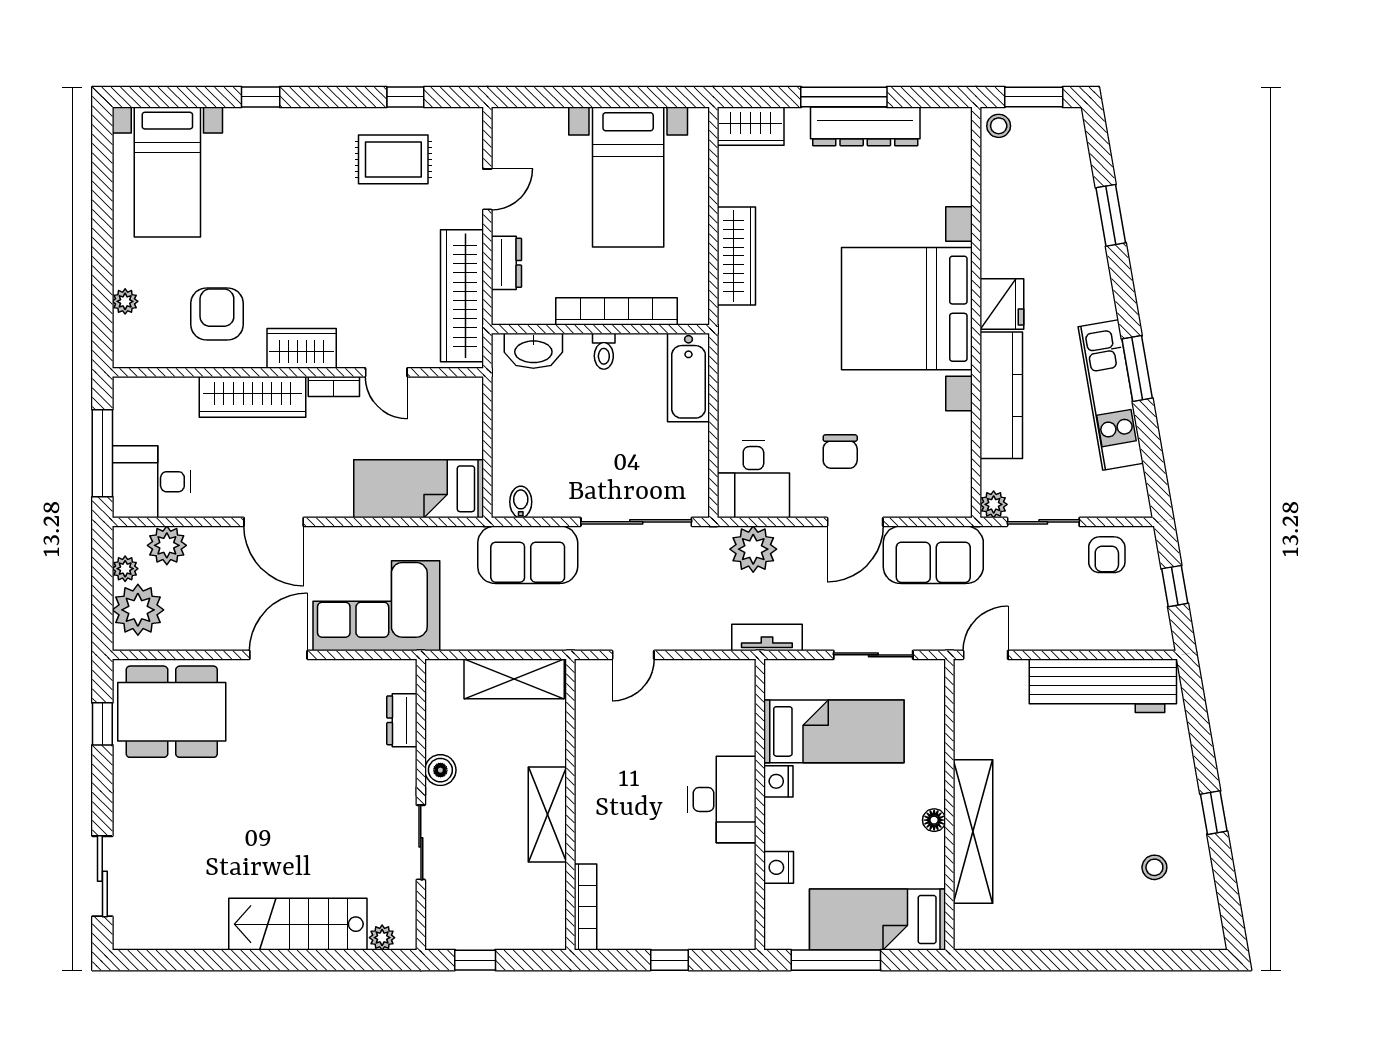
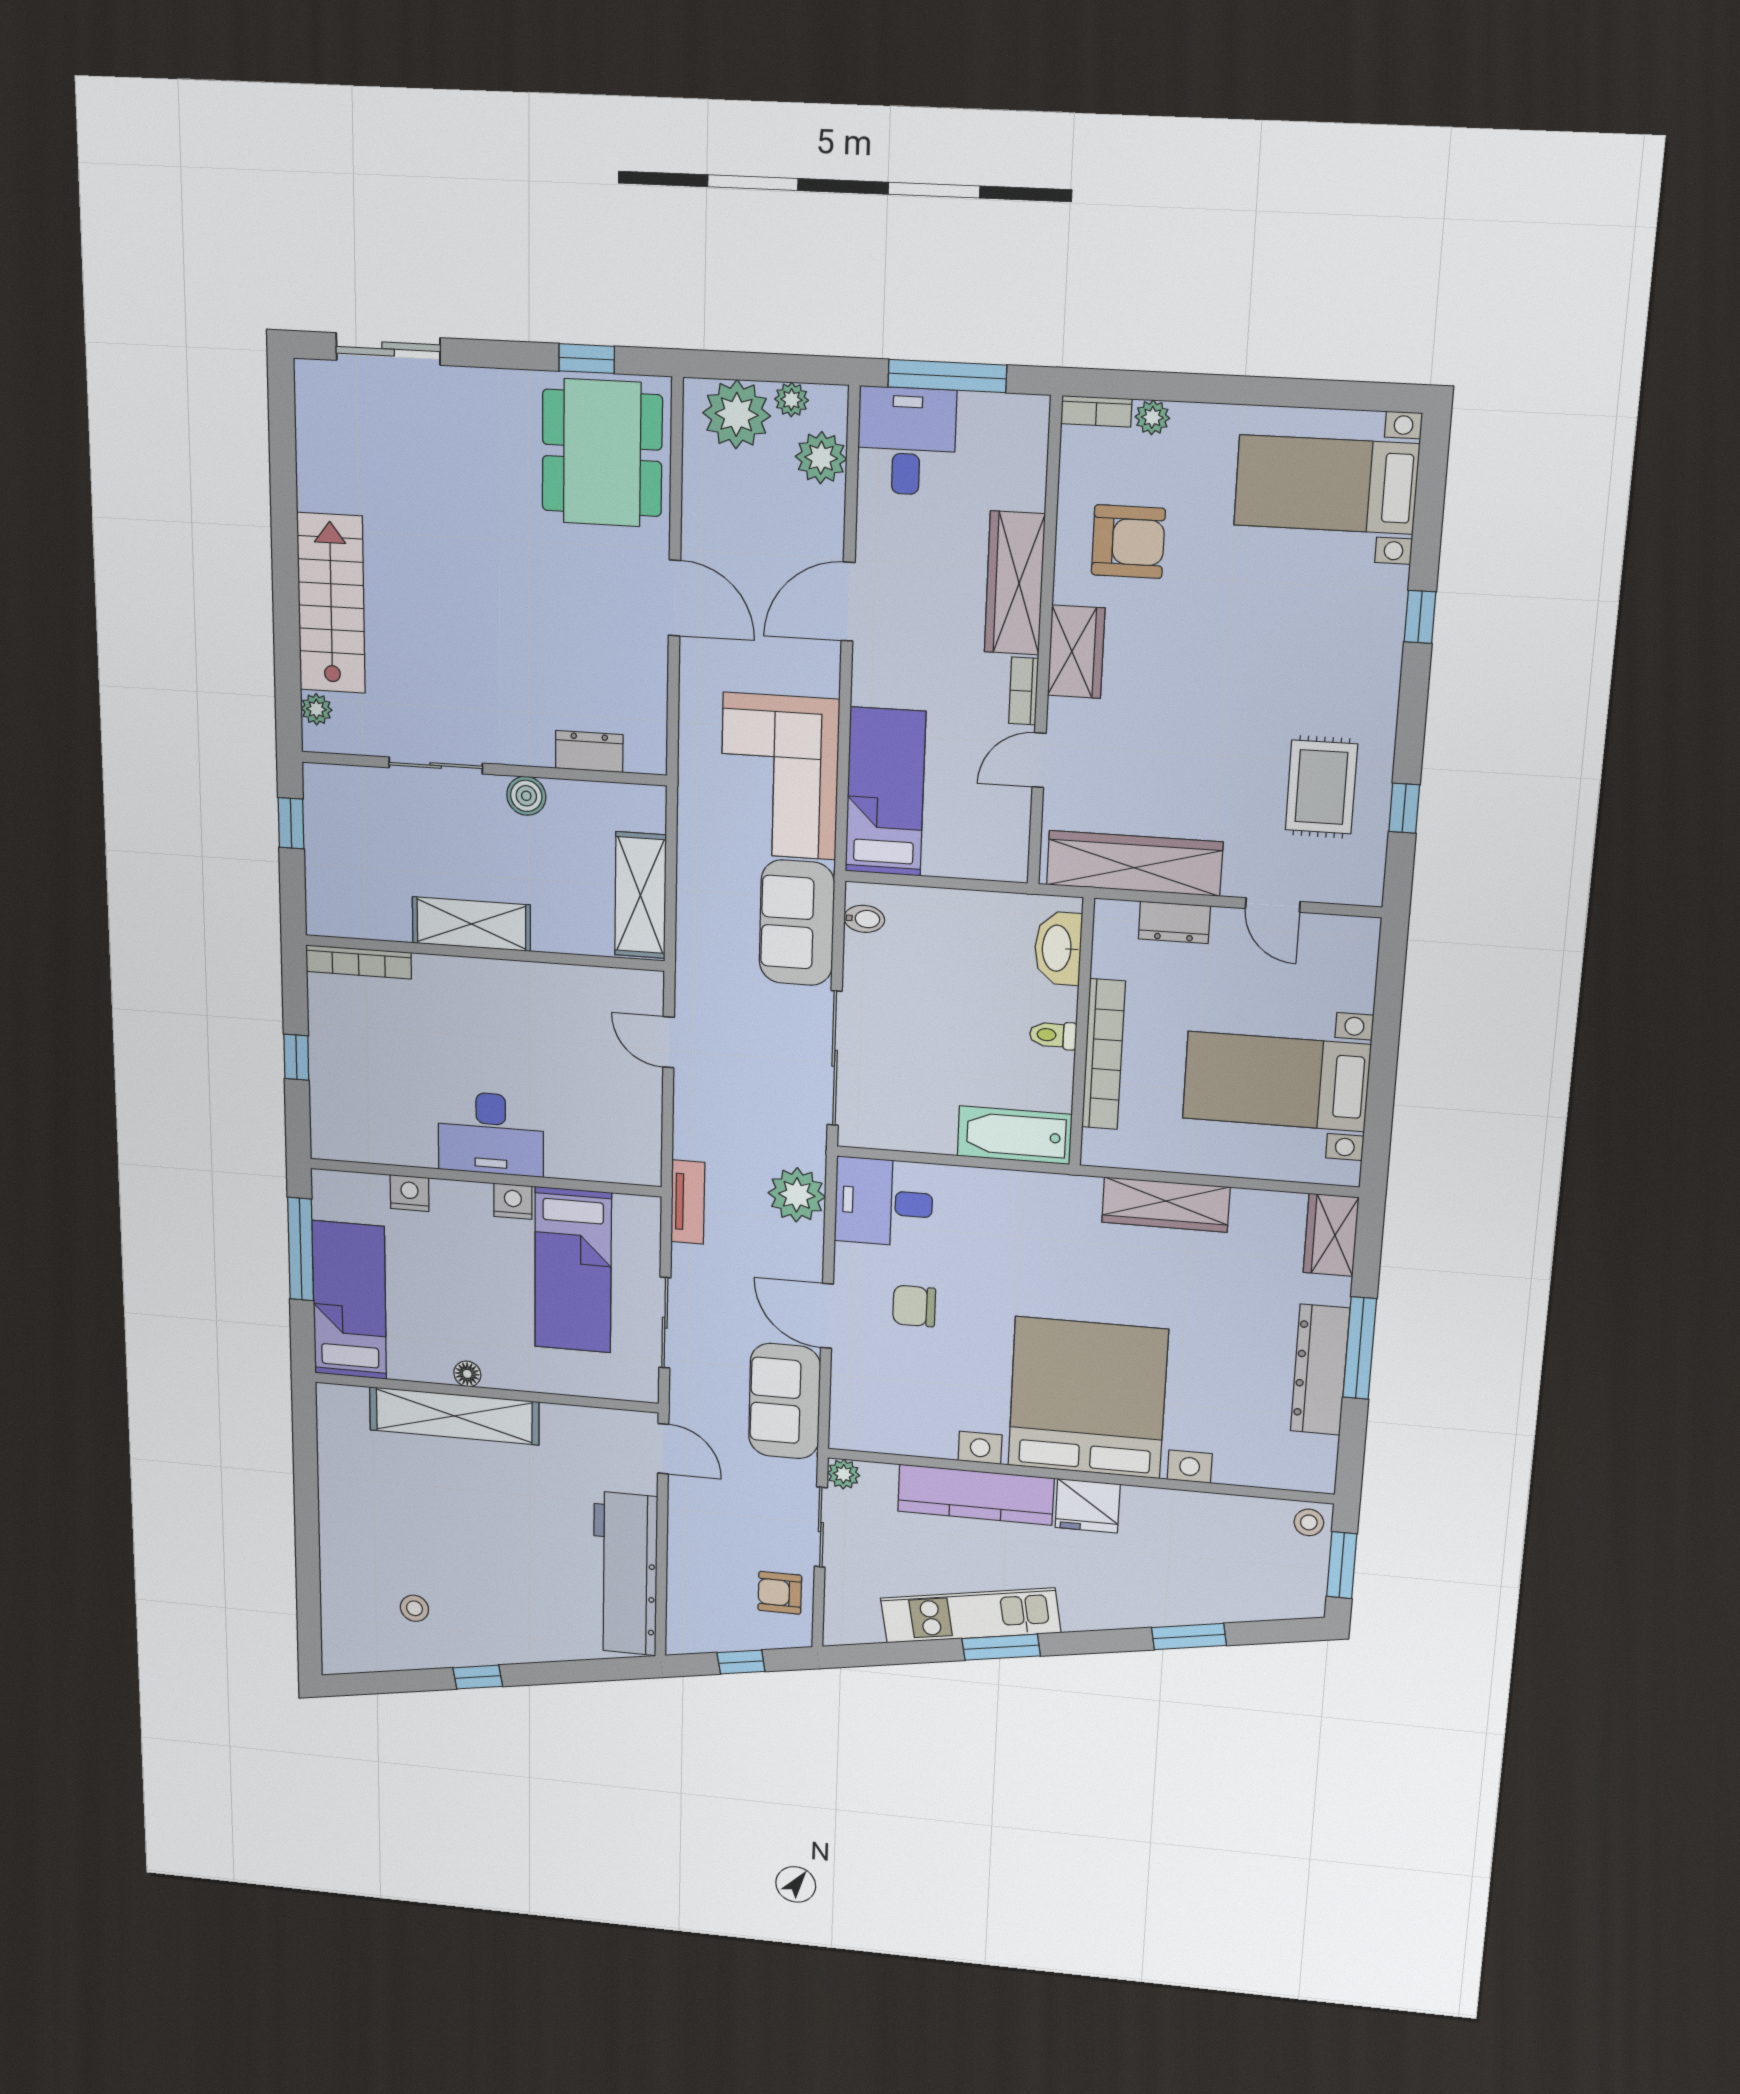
bookcase: (123, 343) -> (1096, 411), added
corner sofa: (376, 606) -> (780, 776), moved, turned 180

